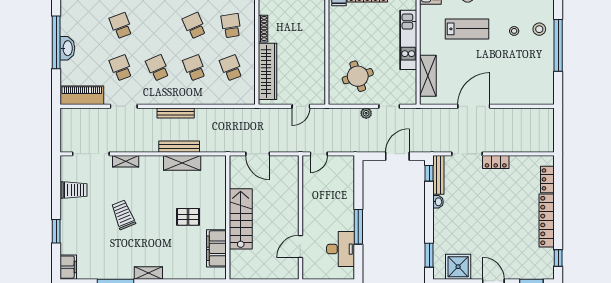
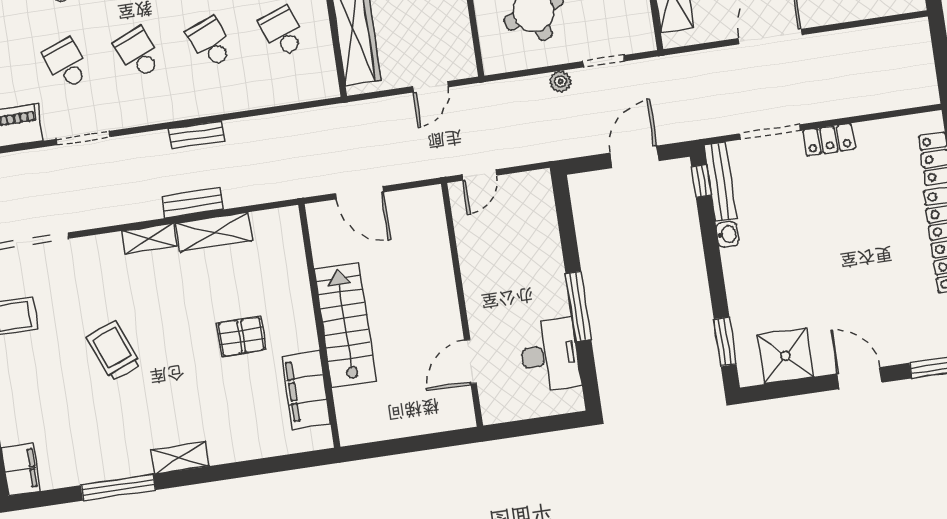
bench: (176, 113) -> (197, 135), width x0.73
bench: (179, 147) -> (193, 203), width x0.73
shelving: (126, 161) -> (150, 239), moved

